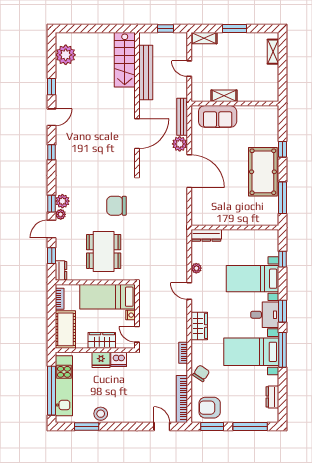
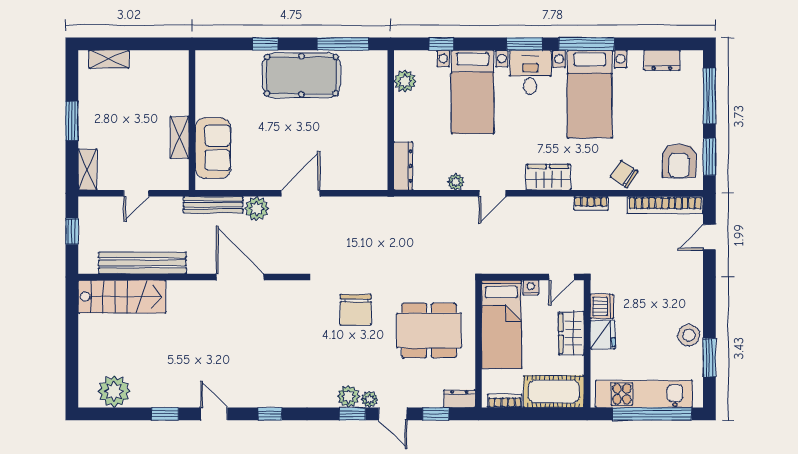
door: (189, 171) -> (300, 193), width x0.73
plant: (259, 236) -> (405, 81), added

